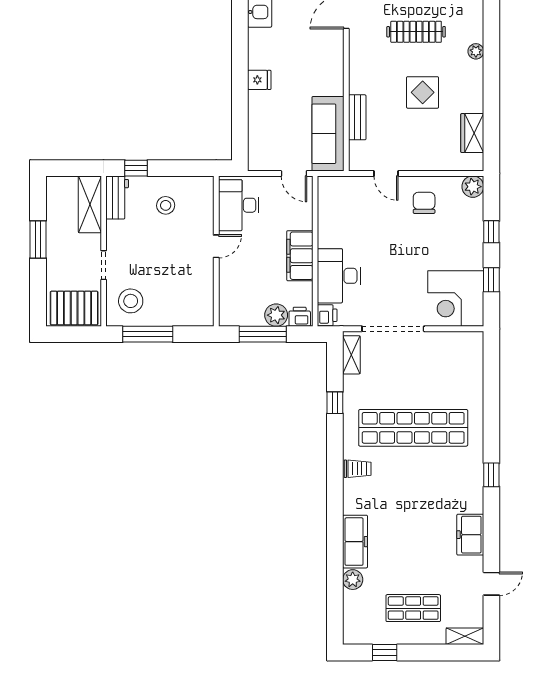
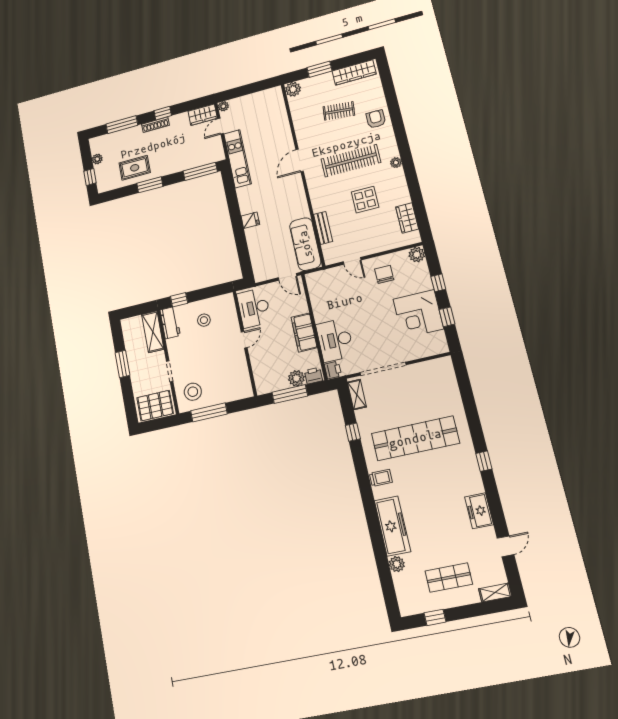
clothes rail: (416, 32) -> (351, 161), width x1.37, depth x1.31
corner desk: (456, 299) -> (418, 314), moved
freezer: (355, 542) -> (392, 526), width x1.36, depth x1.26

